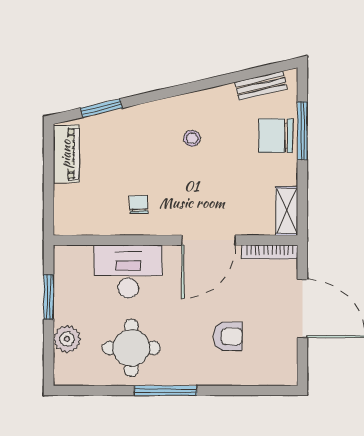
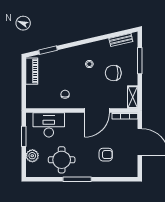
chair: (276, 136) -> (113, 73), moved
desk: (128, 272) -> (49, 125), moved

